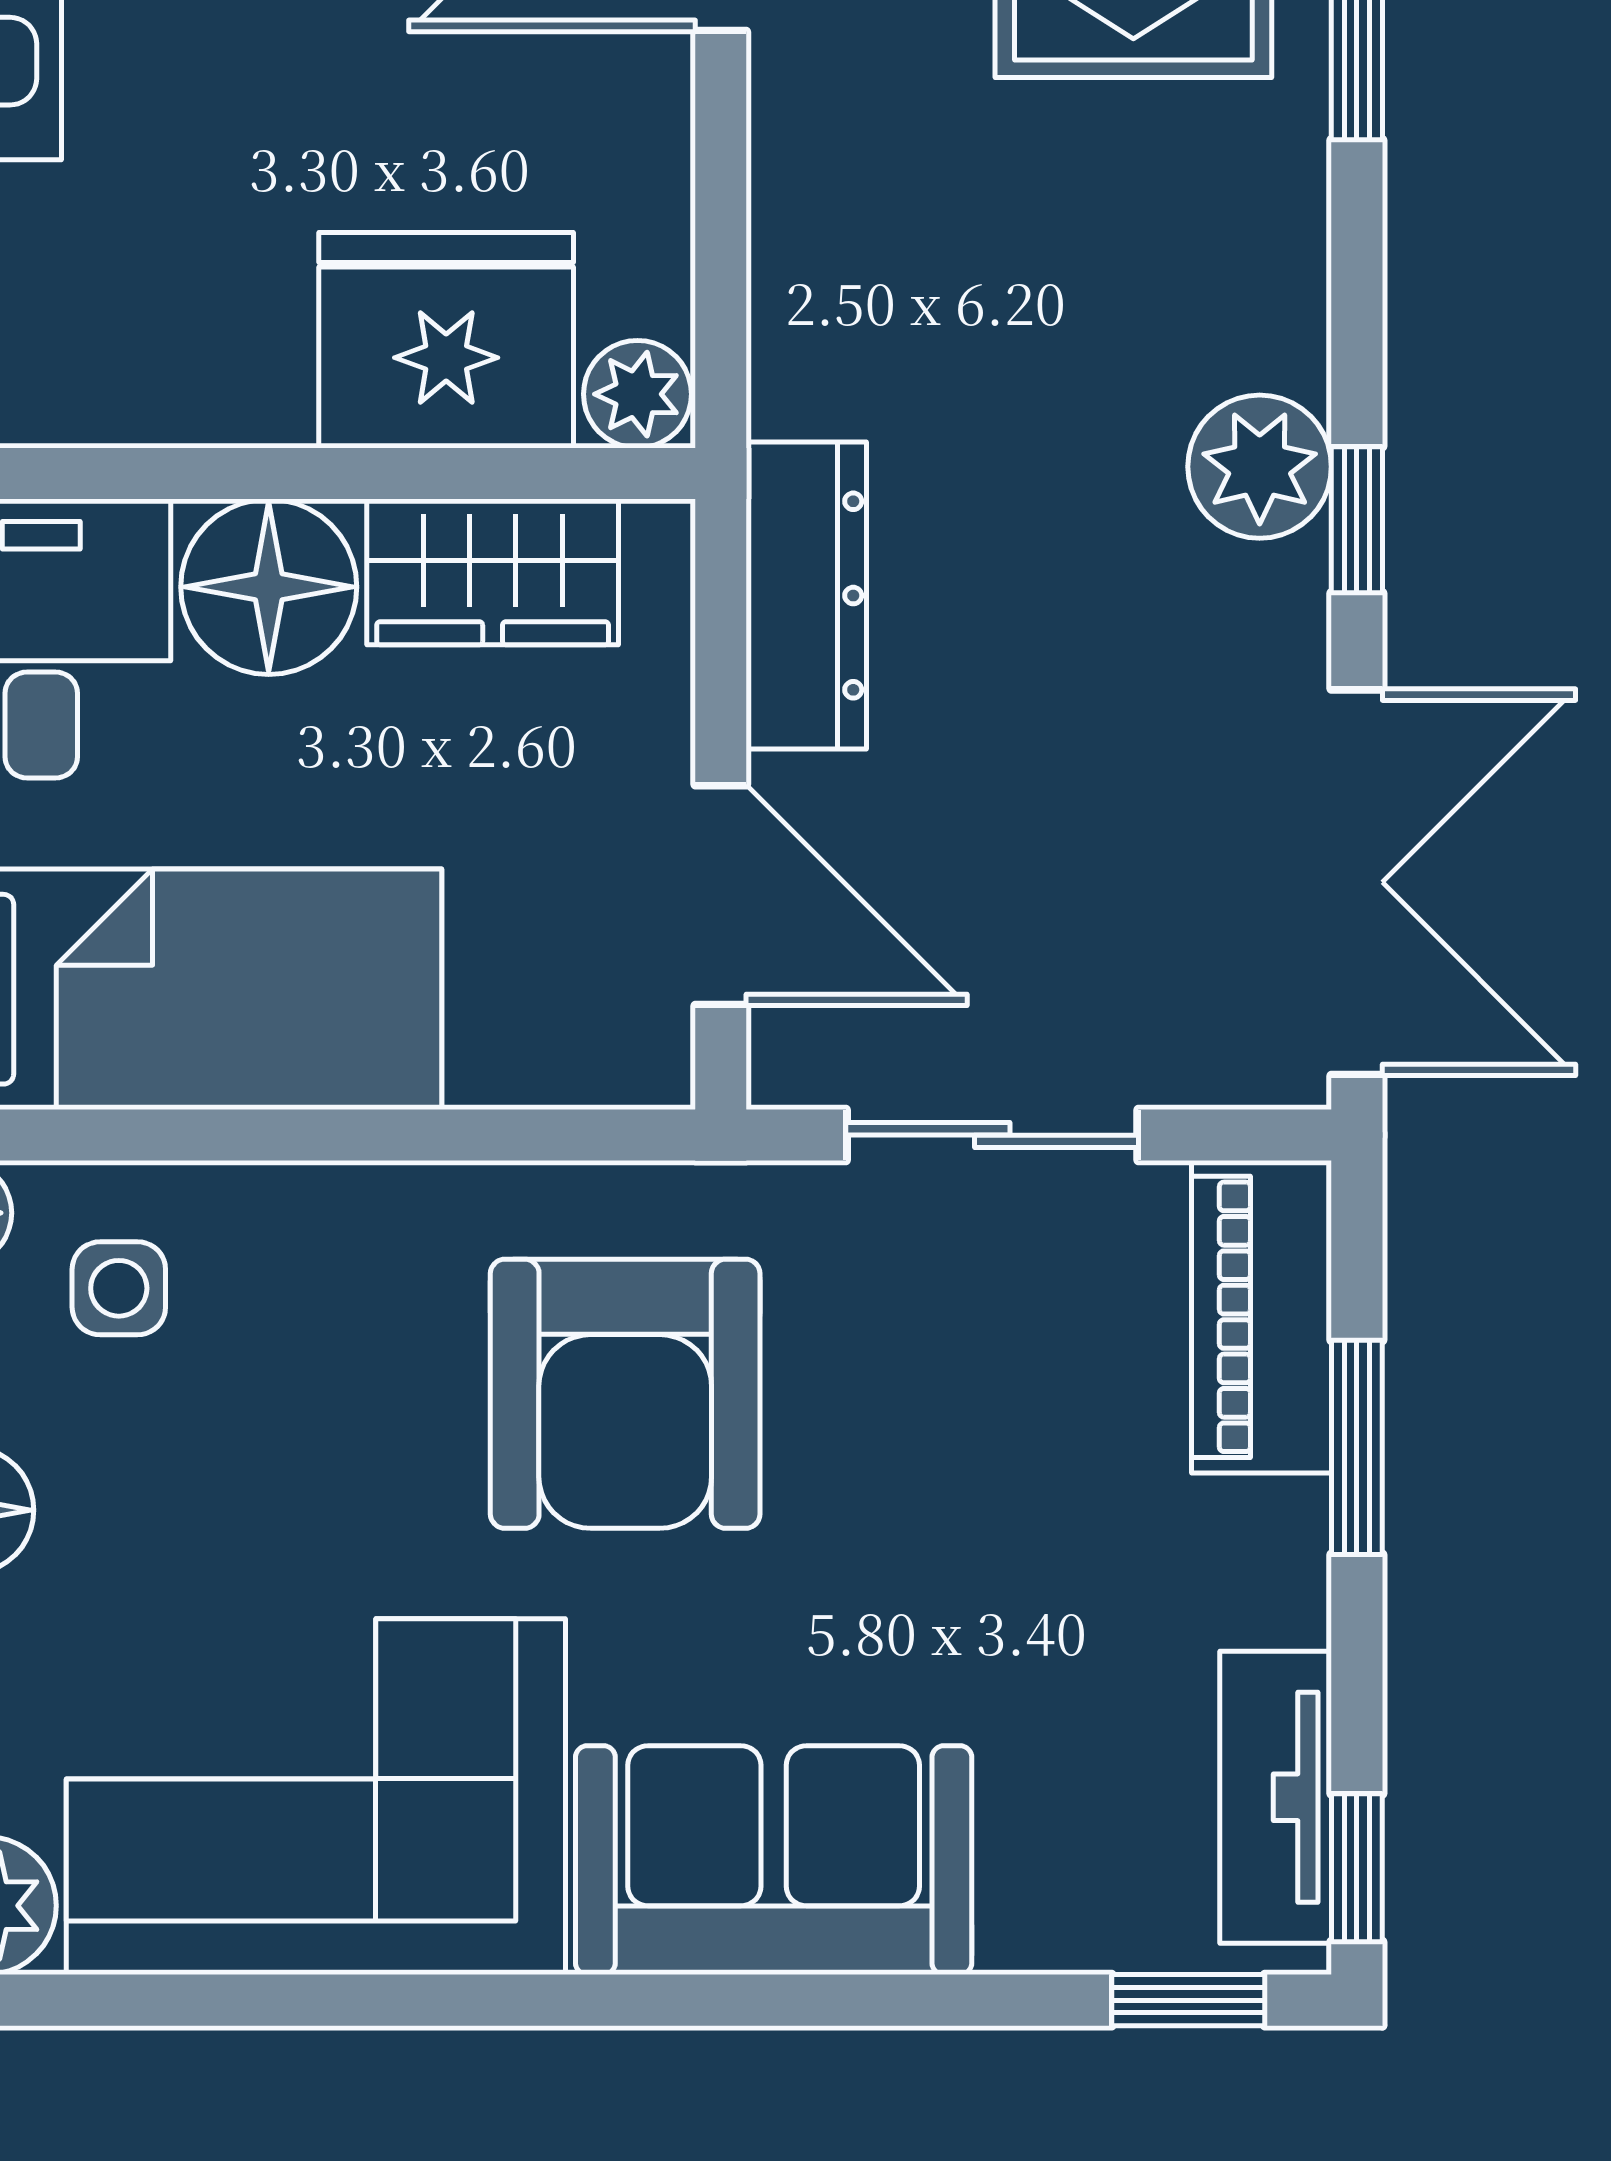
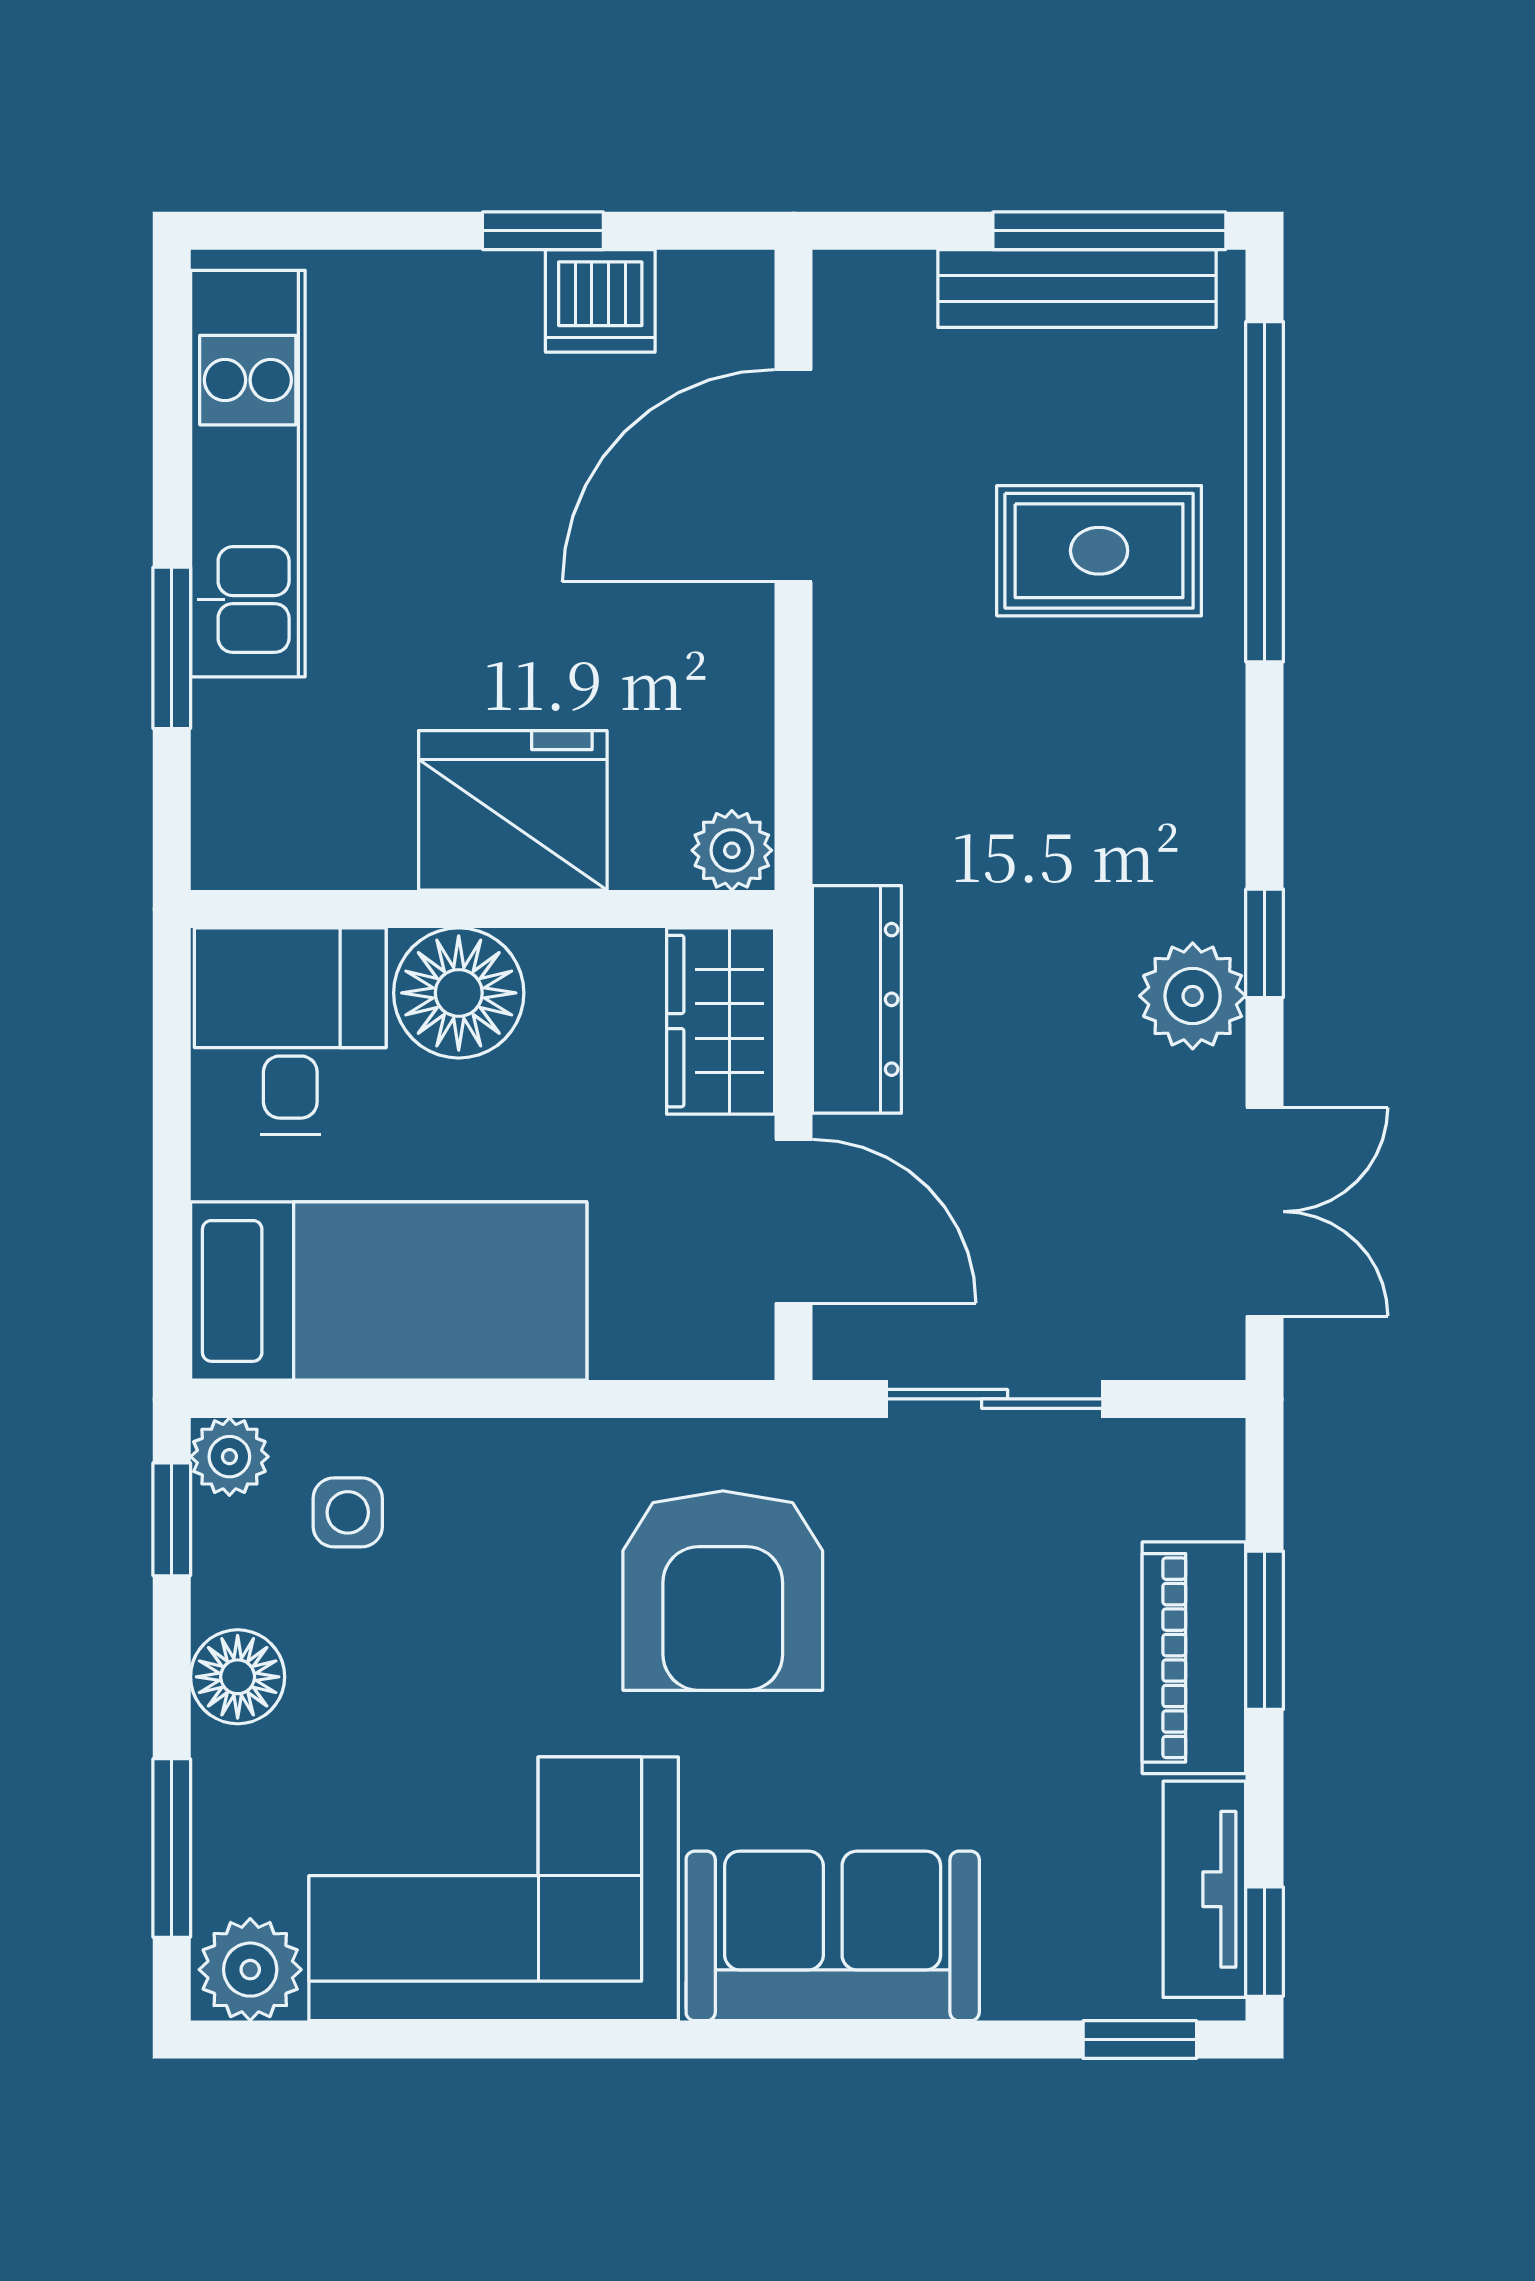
fridge: (446, 340) -> (513, 810), moved
plant: (1260, 467) -> (1193, 996), moved
wardrobe: (493, 572) -> (721, 1021), moved, turned 90
double door: (1357, 882) -> (1265, 1212), width x0.73
piano: (1261, 1317) -> (1194, 1658), moved

